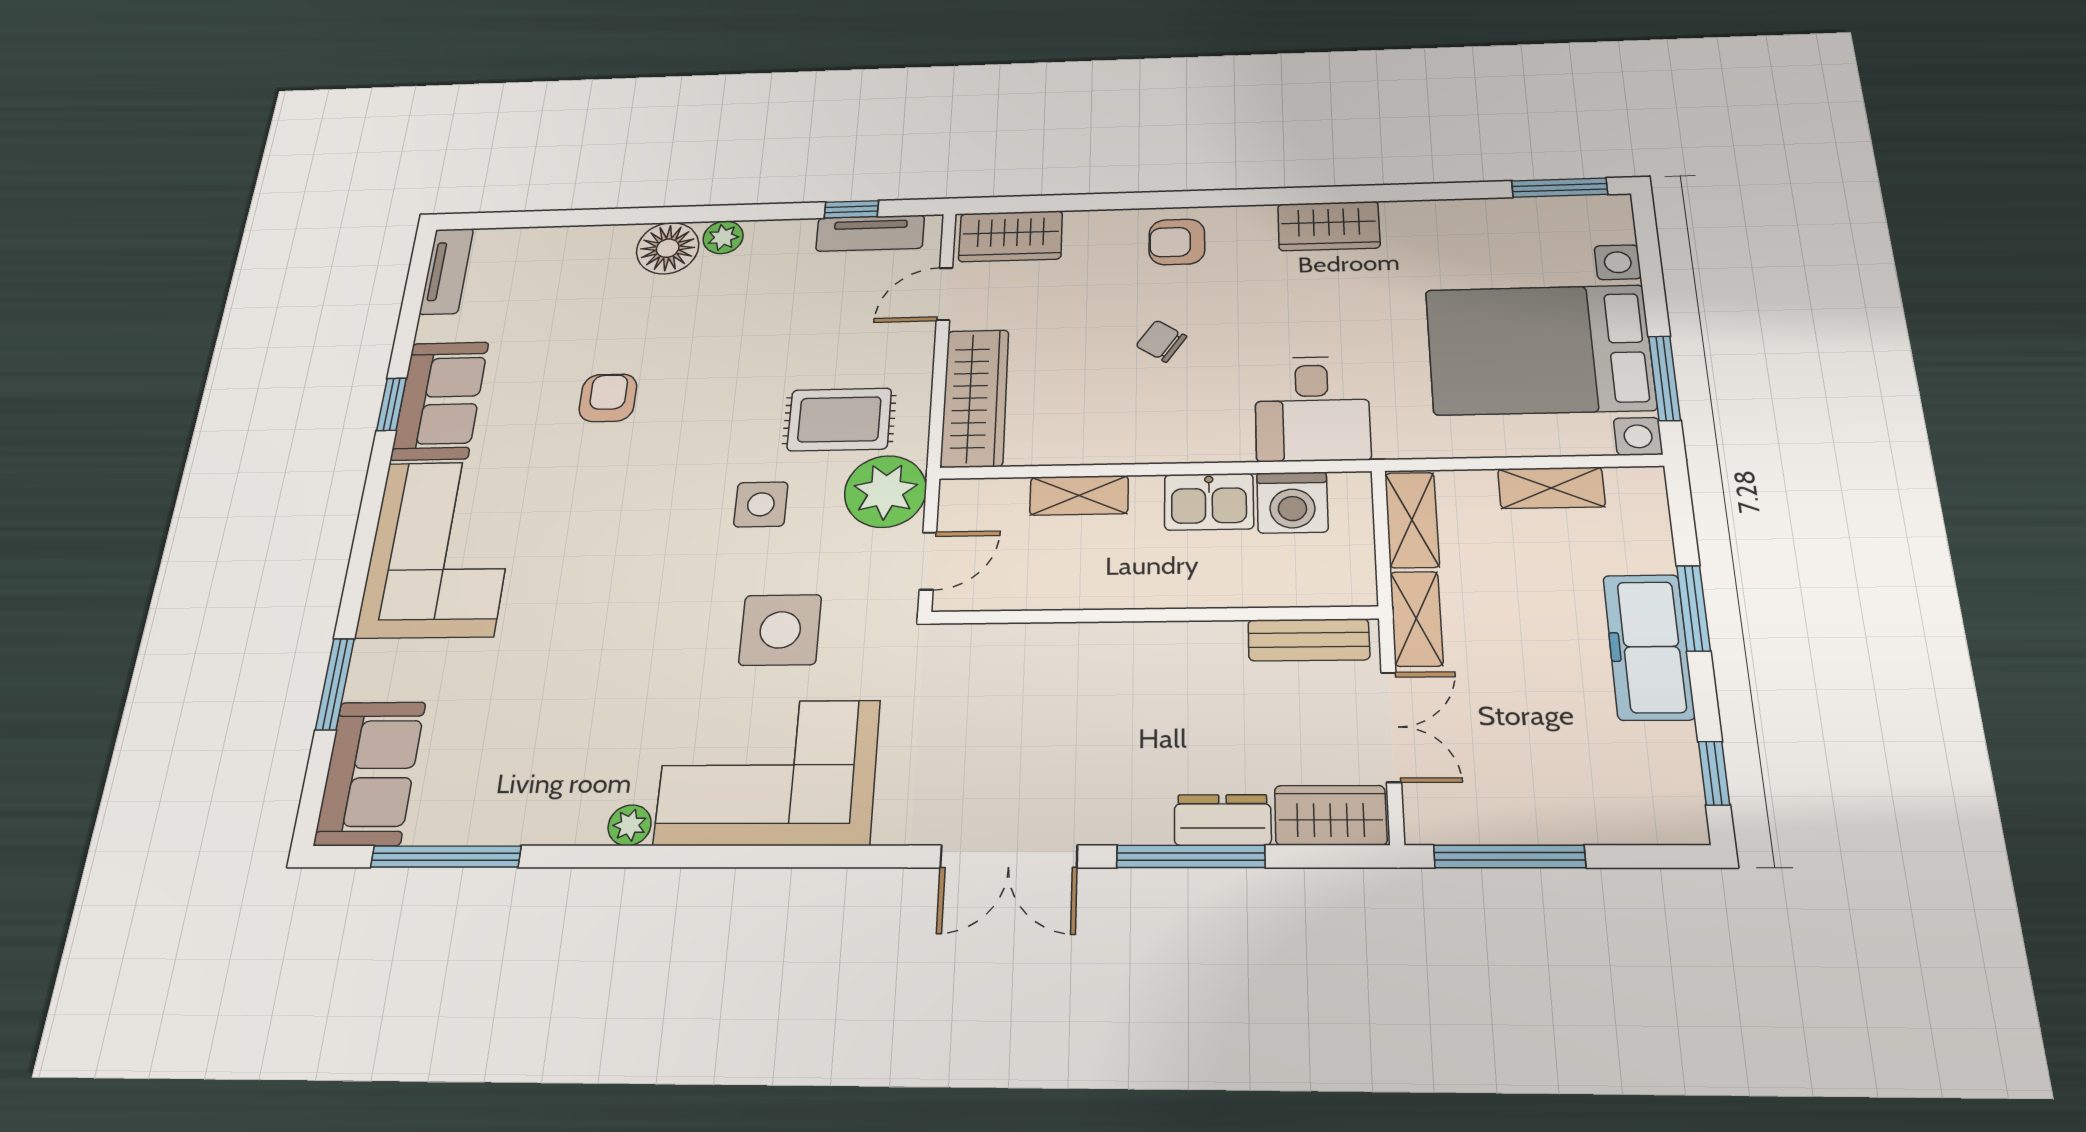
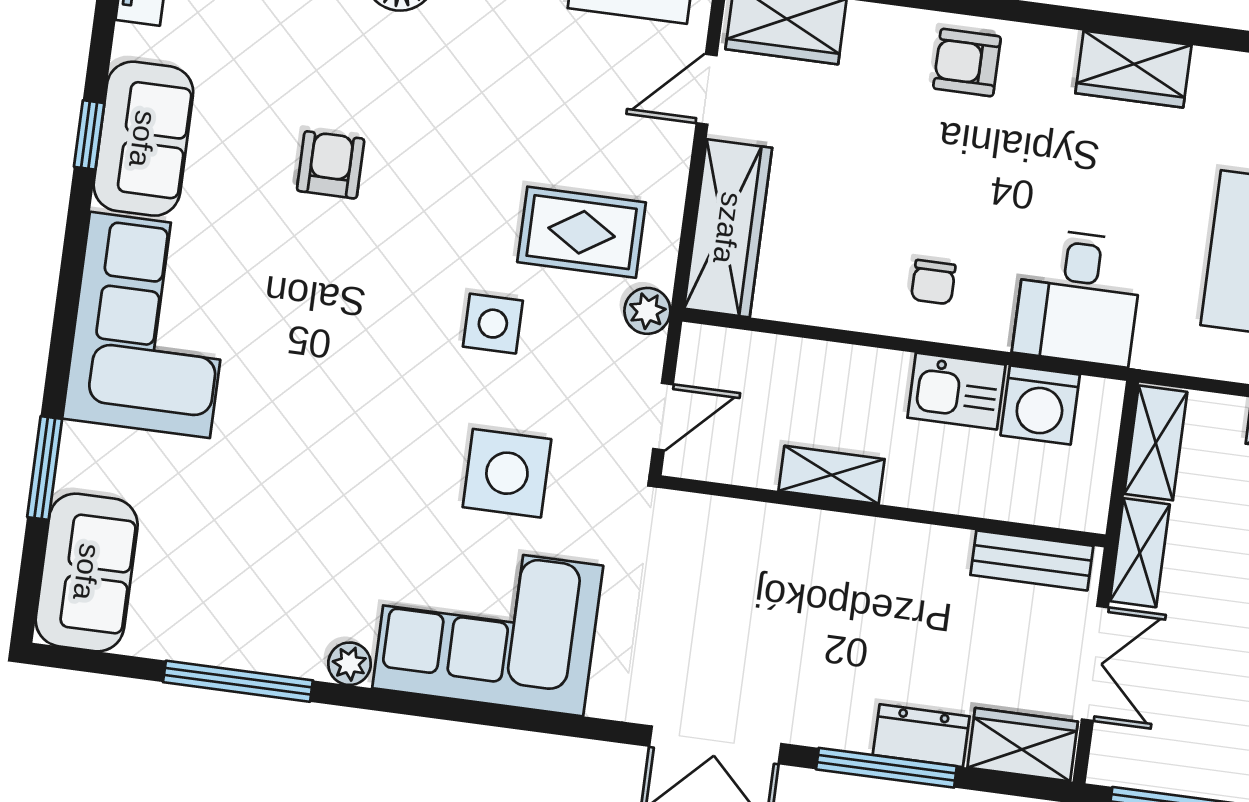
chair: (1161, 341) -> (933, 282), moved, turned -124
plant: (885, 491) -> (647, 311), width x0.53, depth x0.53
shelving: (1079, 495) -> (832, 475), moved
window: (446, 857) -> (238, 681), moved

